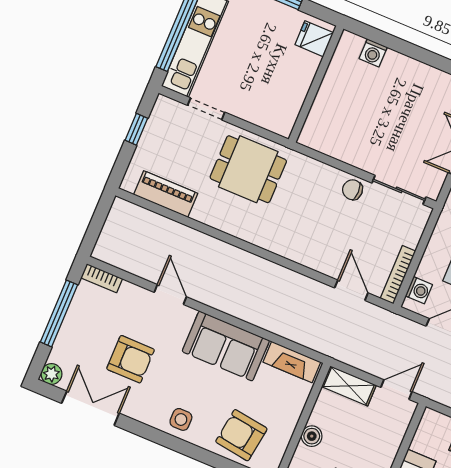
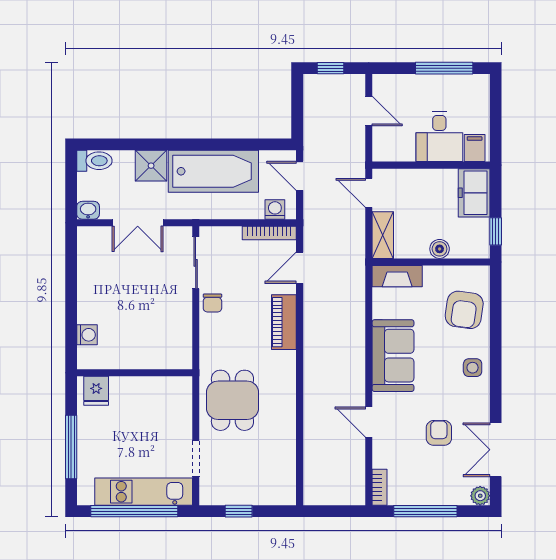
piano: (166, 194) -> (284, 322), moved
door: (170, 295) -> (369, 422), hinge flipped
armchair: (131, 359) -> (439, 433), width x0.72, depth x0.72
fireplace: (292, 362) -> (397, 276), moved, turned 90

